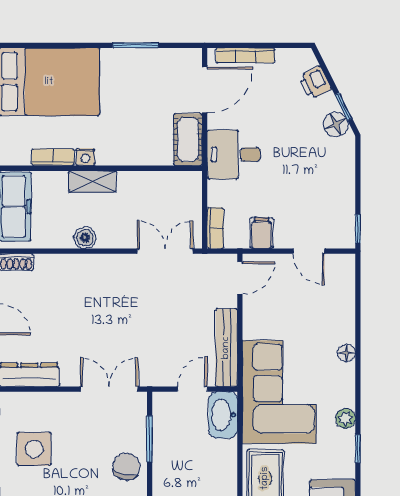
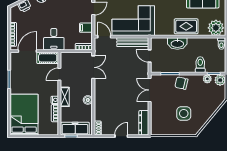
door: (205, 90) -> (27, 51), hinge flipped
door: (148, 168) -> (59, 74), added
double door: (165, 251) -> (93, 67), swing flipped
corner sofa: (279, 392) -> (133, 21), moved
washbasin: (223, 415) -> (177, 44), moved
side table: (34, 449) -> (184, 114), moved

